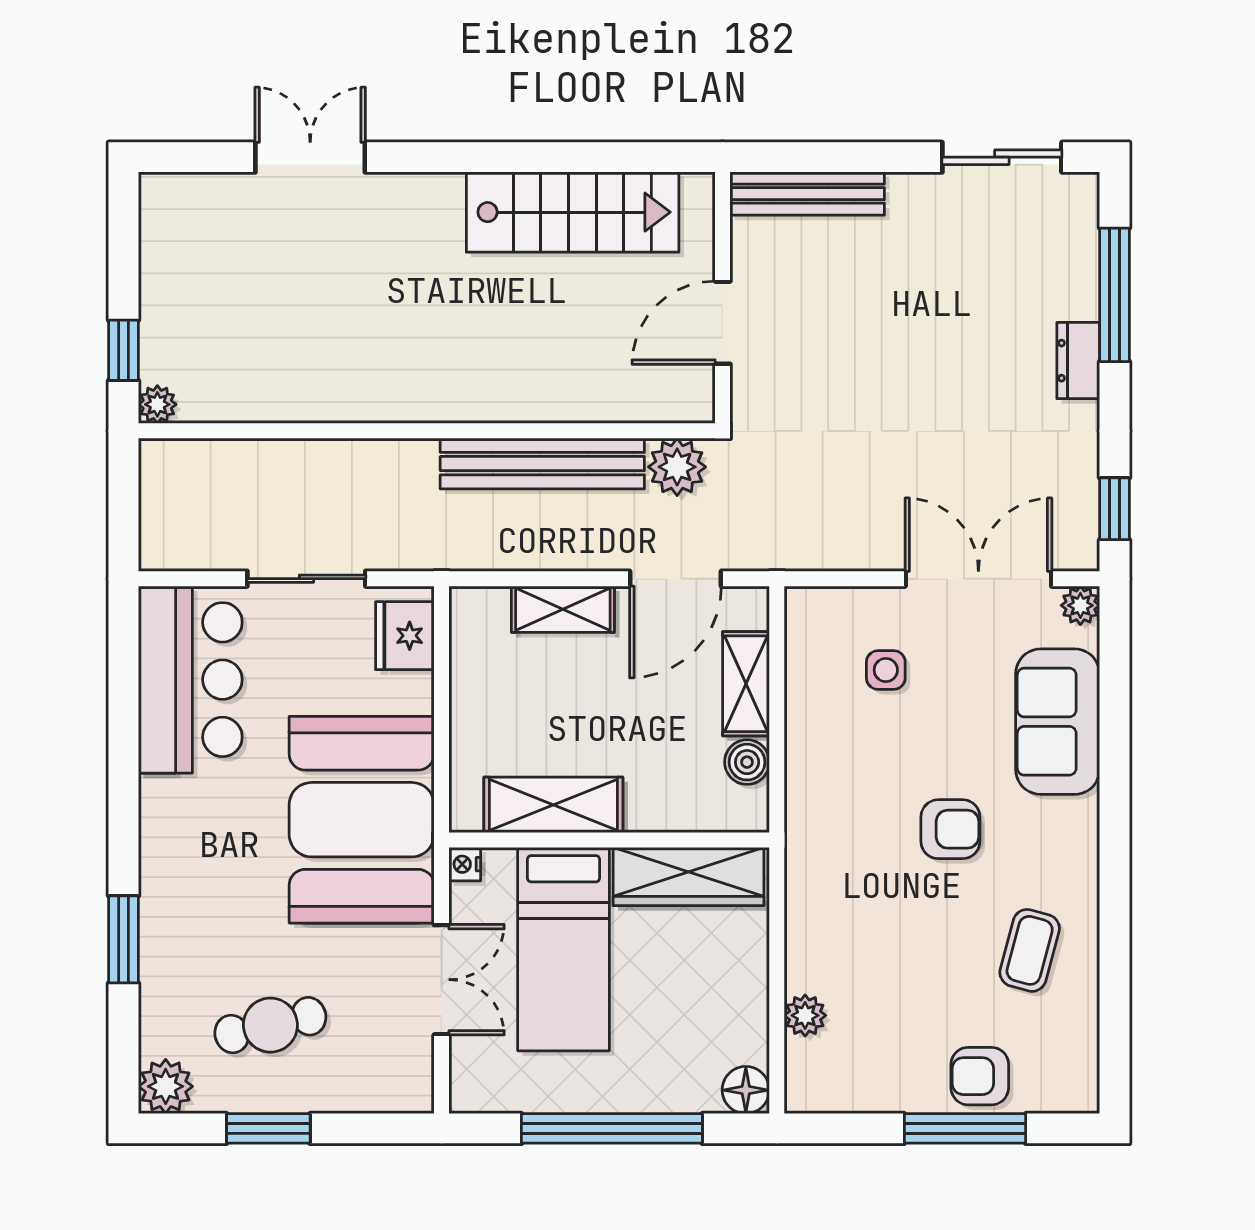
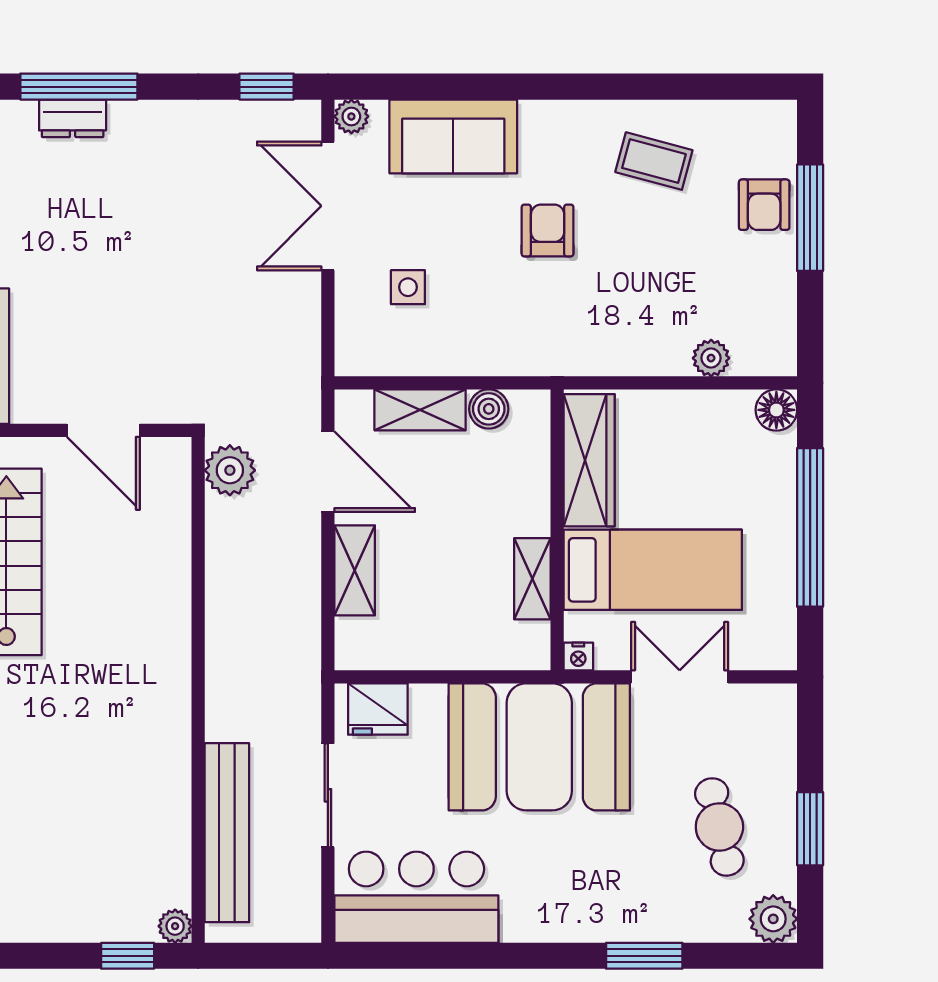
dresser: (1078, 361) -> (73, 118), moved
bench: (542, 464) -> (227, 833), moved
shelving: (553, 805) -> (532, 579), width x0.67, depth x0.75

